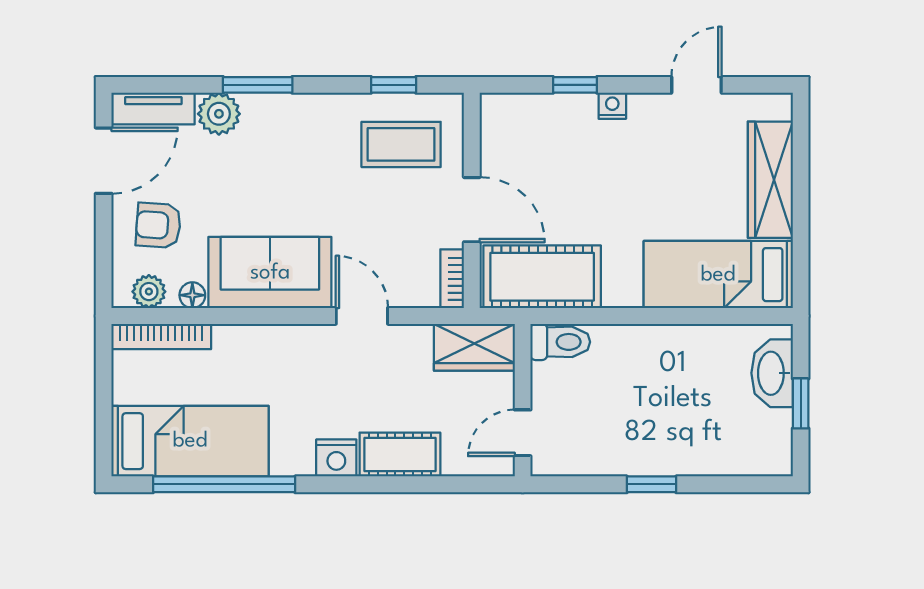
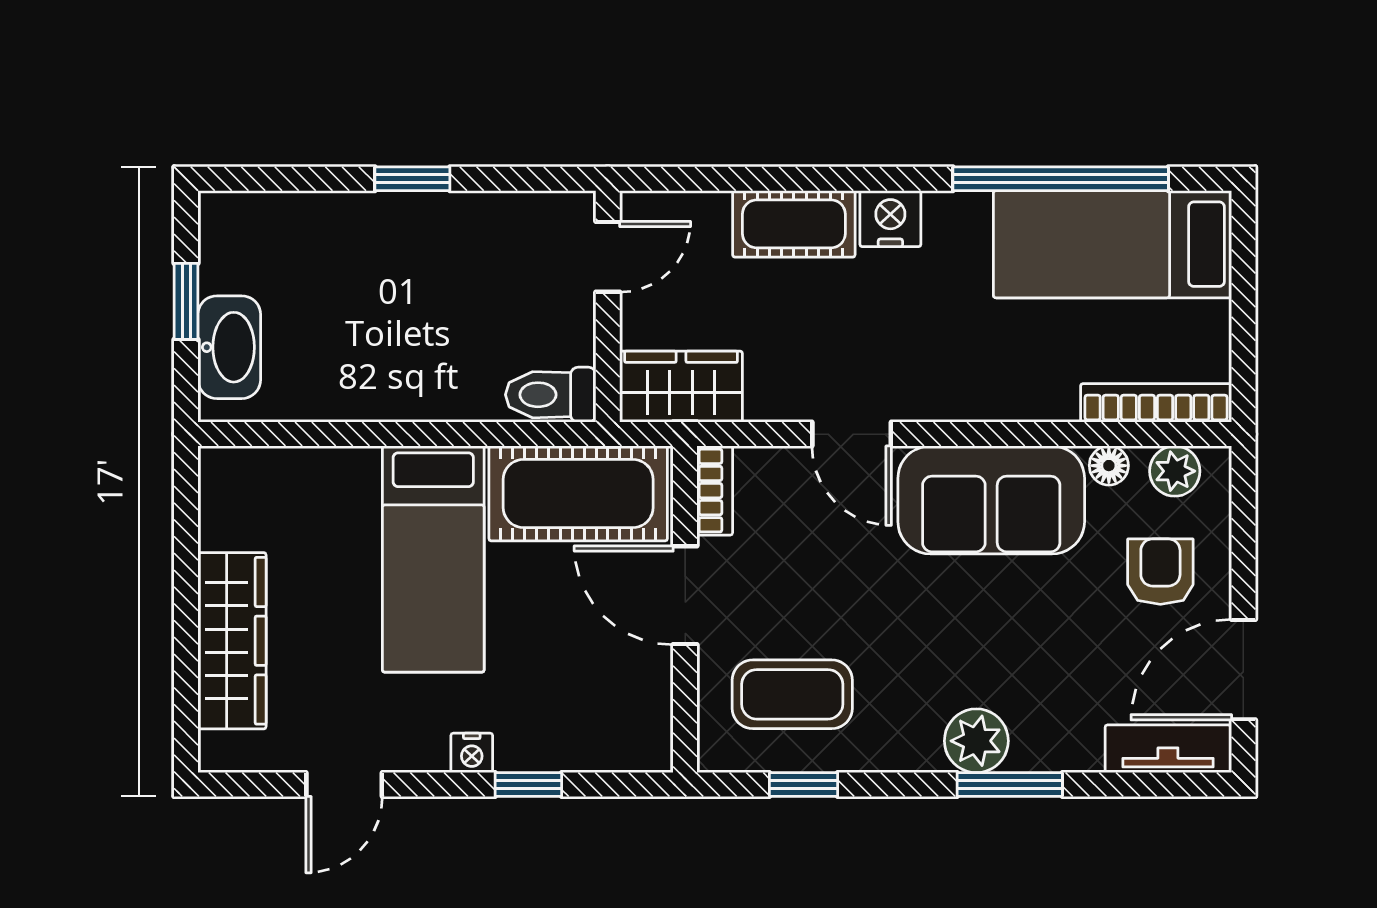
plant: (219, 114) -> (976, 741), moved
armchair: (158, 225) -> (1160, 572), turned -94
bed: (718, 275) -> (433, 559), moved, turned 90

